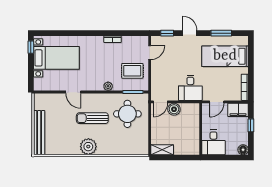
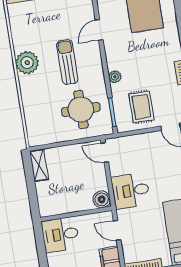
boiler: (174, 109) -> (102, 199), moved

